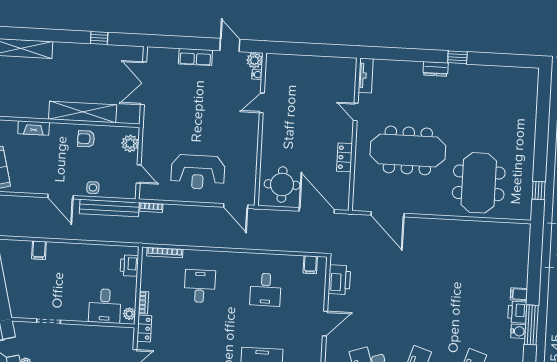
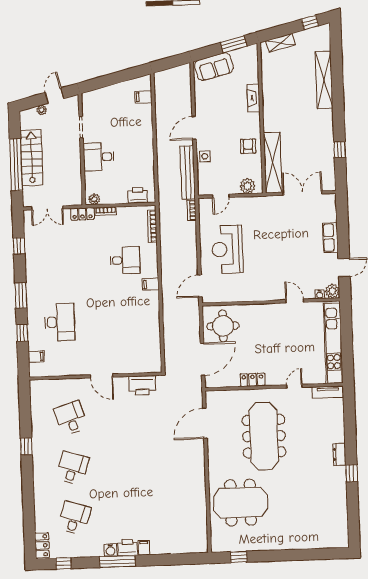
kitchen unit: (312, 65) -> (333, 343), added
shelving: (83, 112) -> (273, 163), moved
filing cabinet: (39, 250) -> (144, 97), moved
filing cabinet: (310, 265) -> (151, 284), moved
desk: (266, 290) -> (127, 320), removed
desk: (105, 306) -> (99, 157), moved

